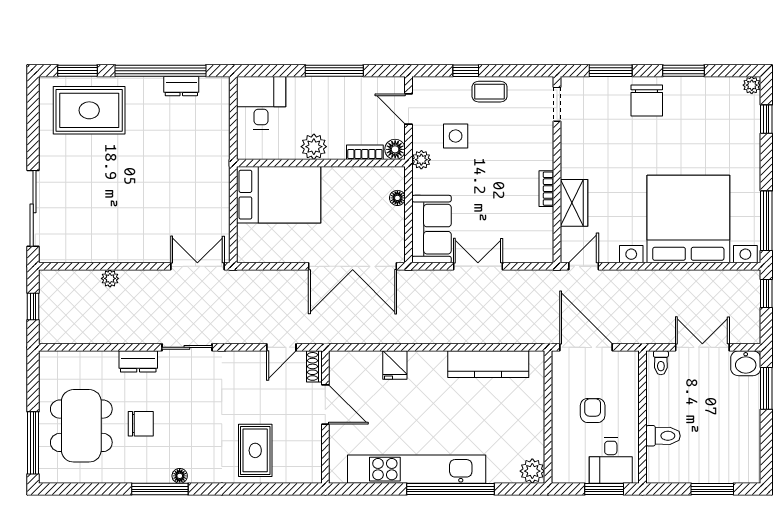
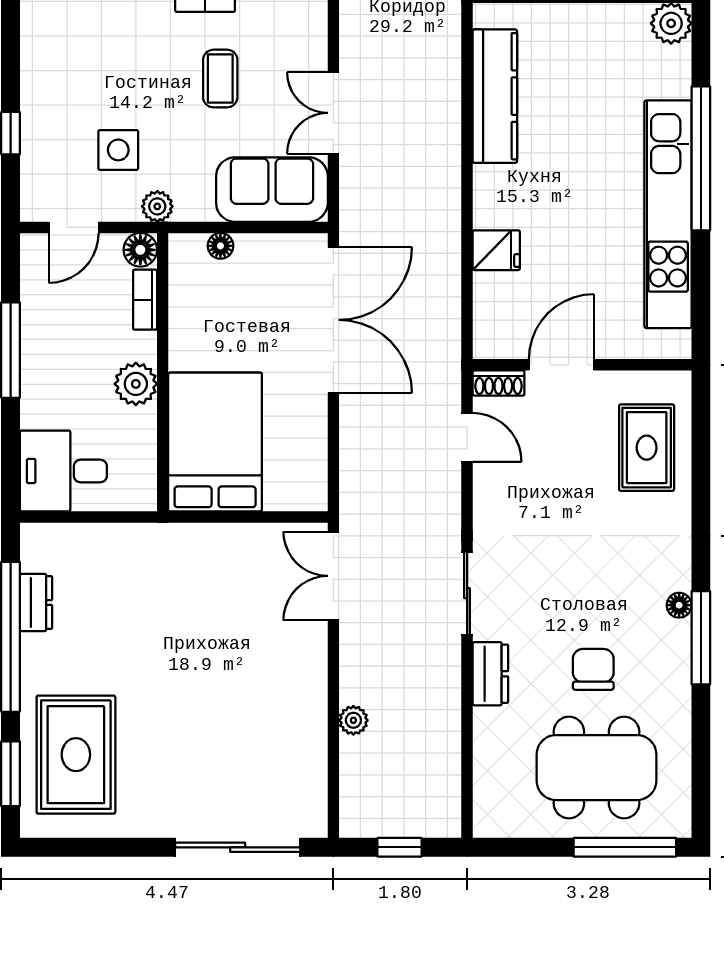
coffee table: (490, 92) -> (220, 79), moved
rug: (255, 450) -> (647, 448), moved, turned 90

